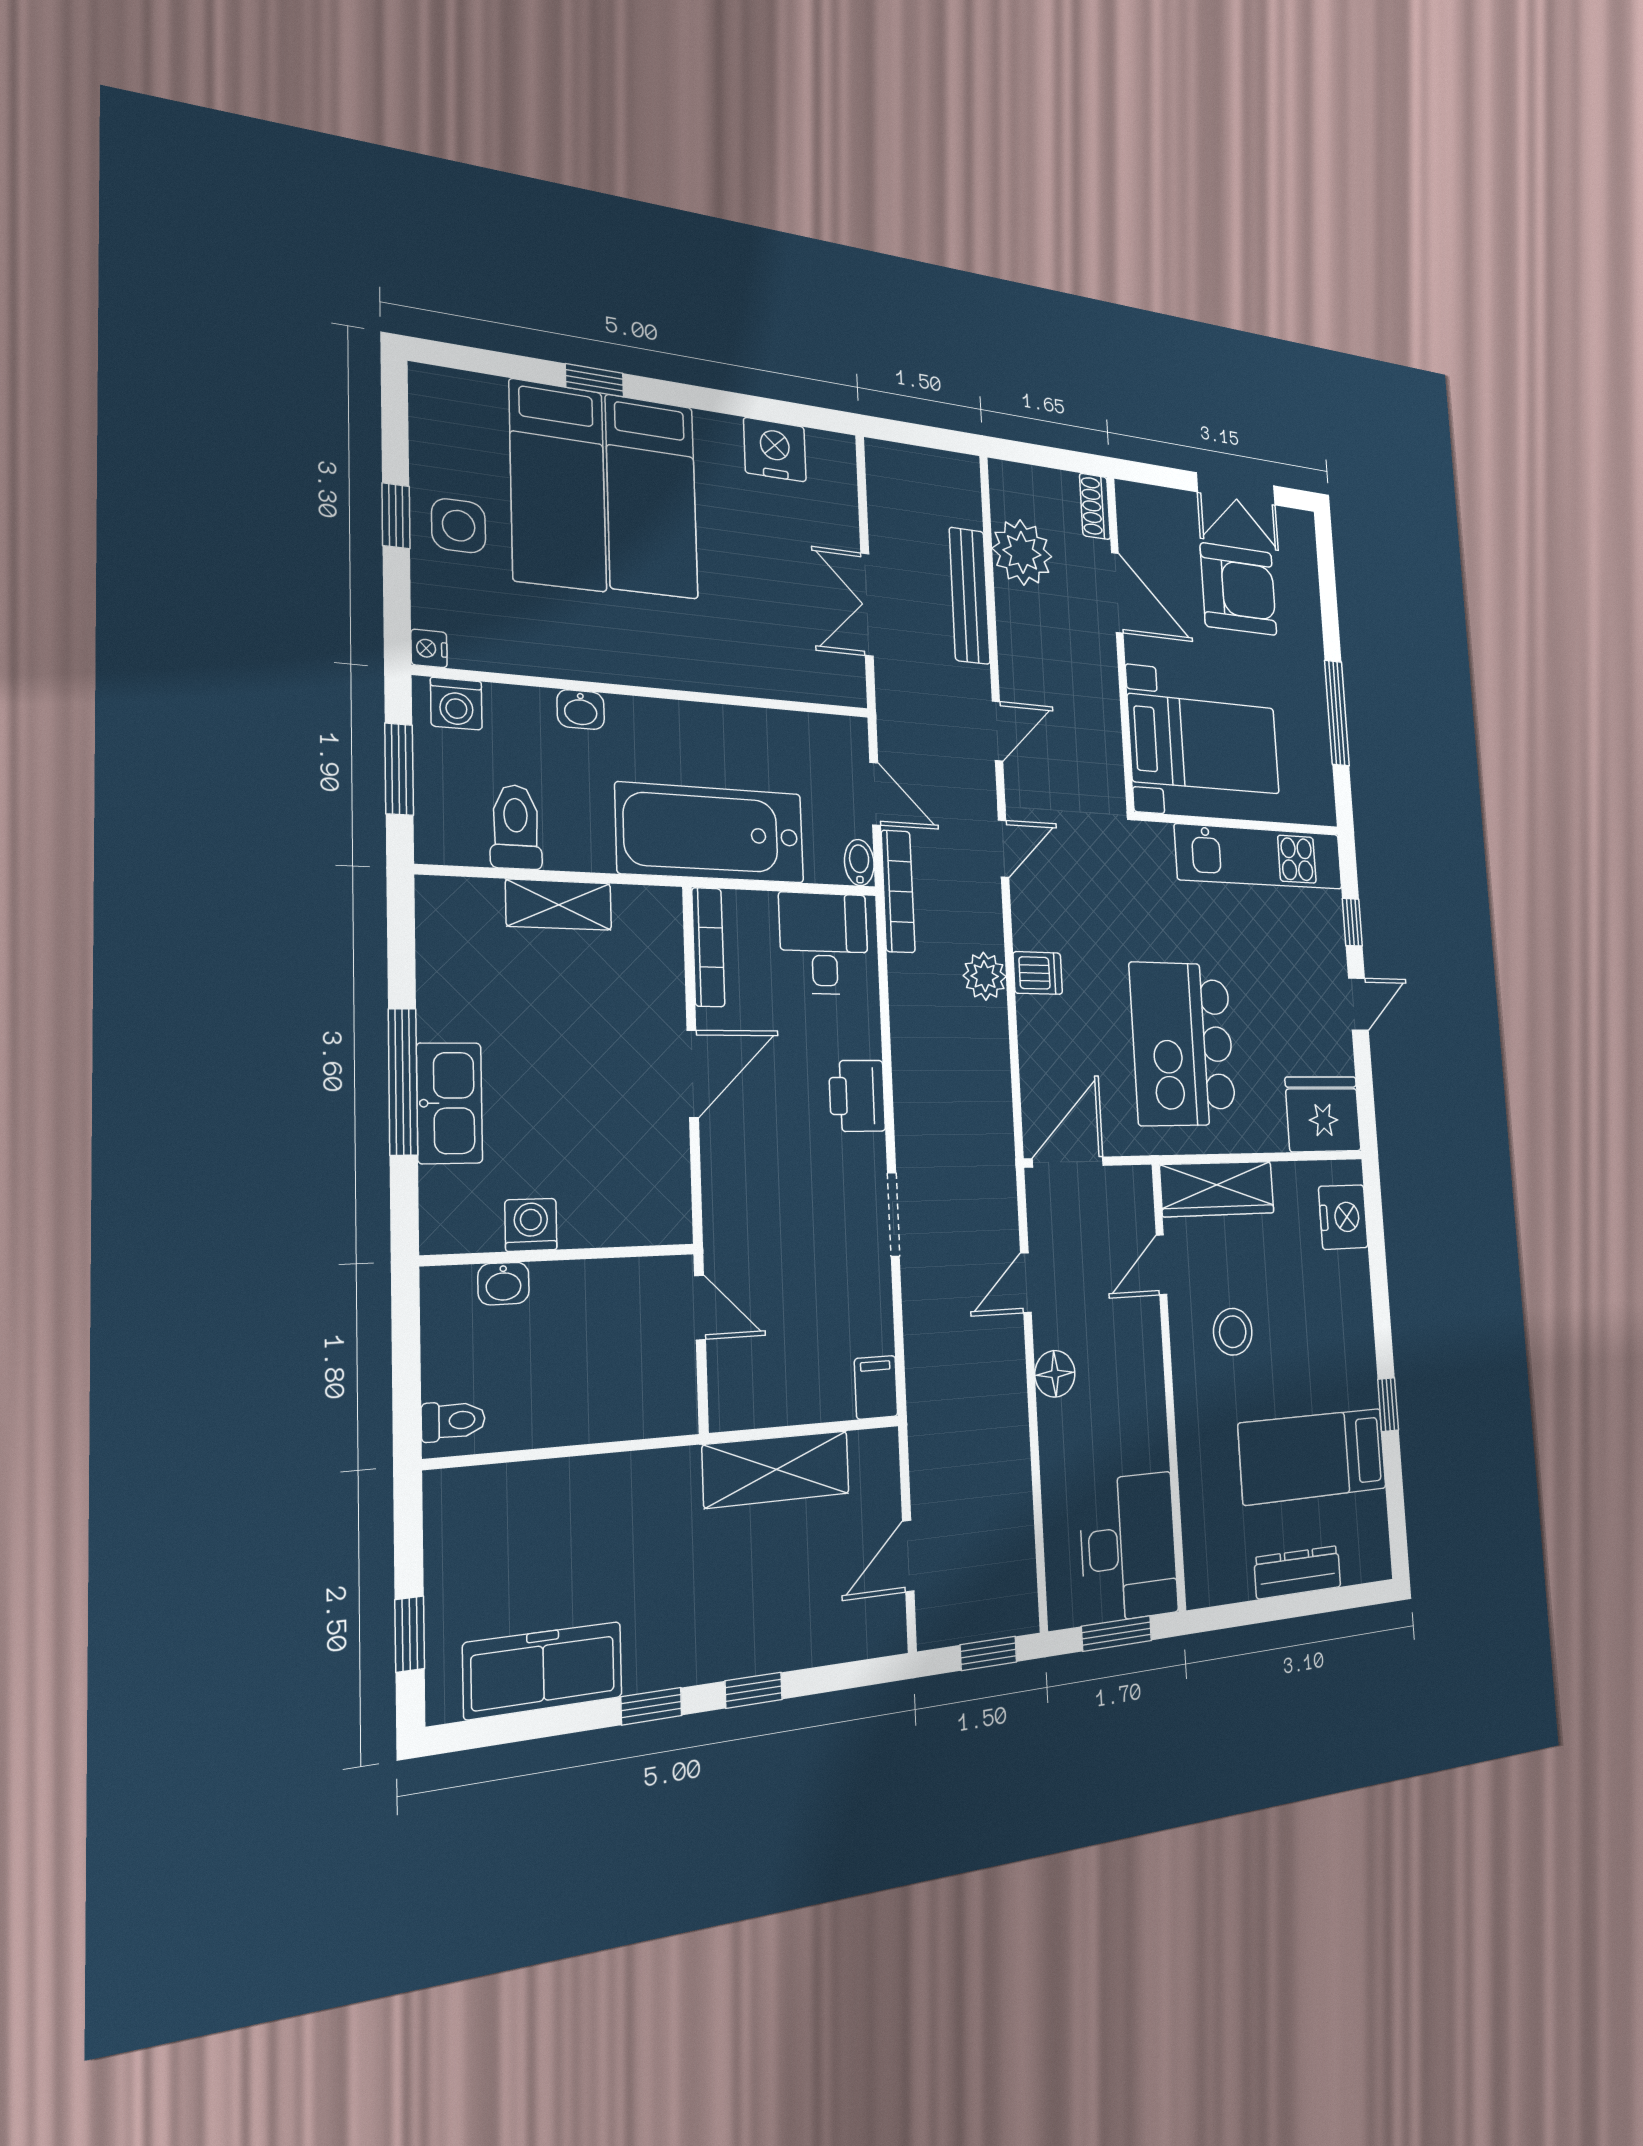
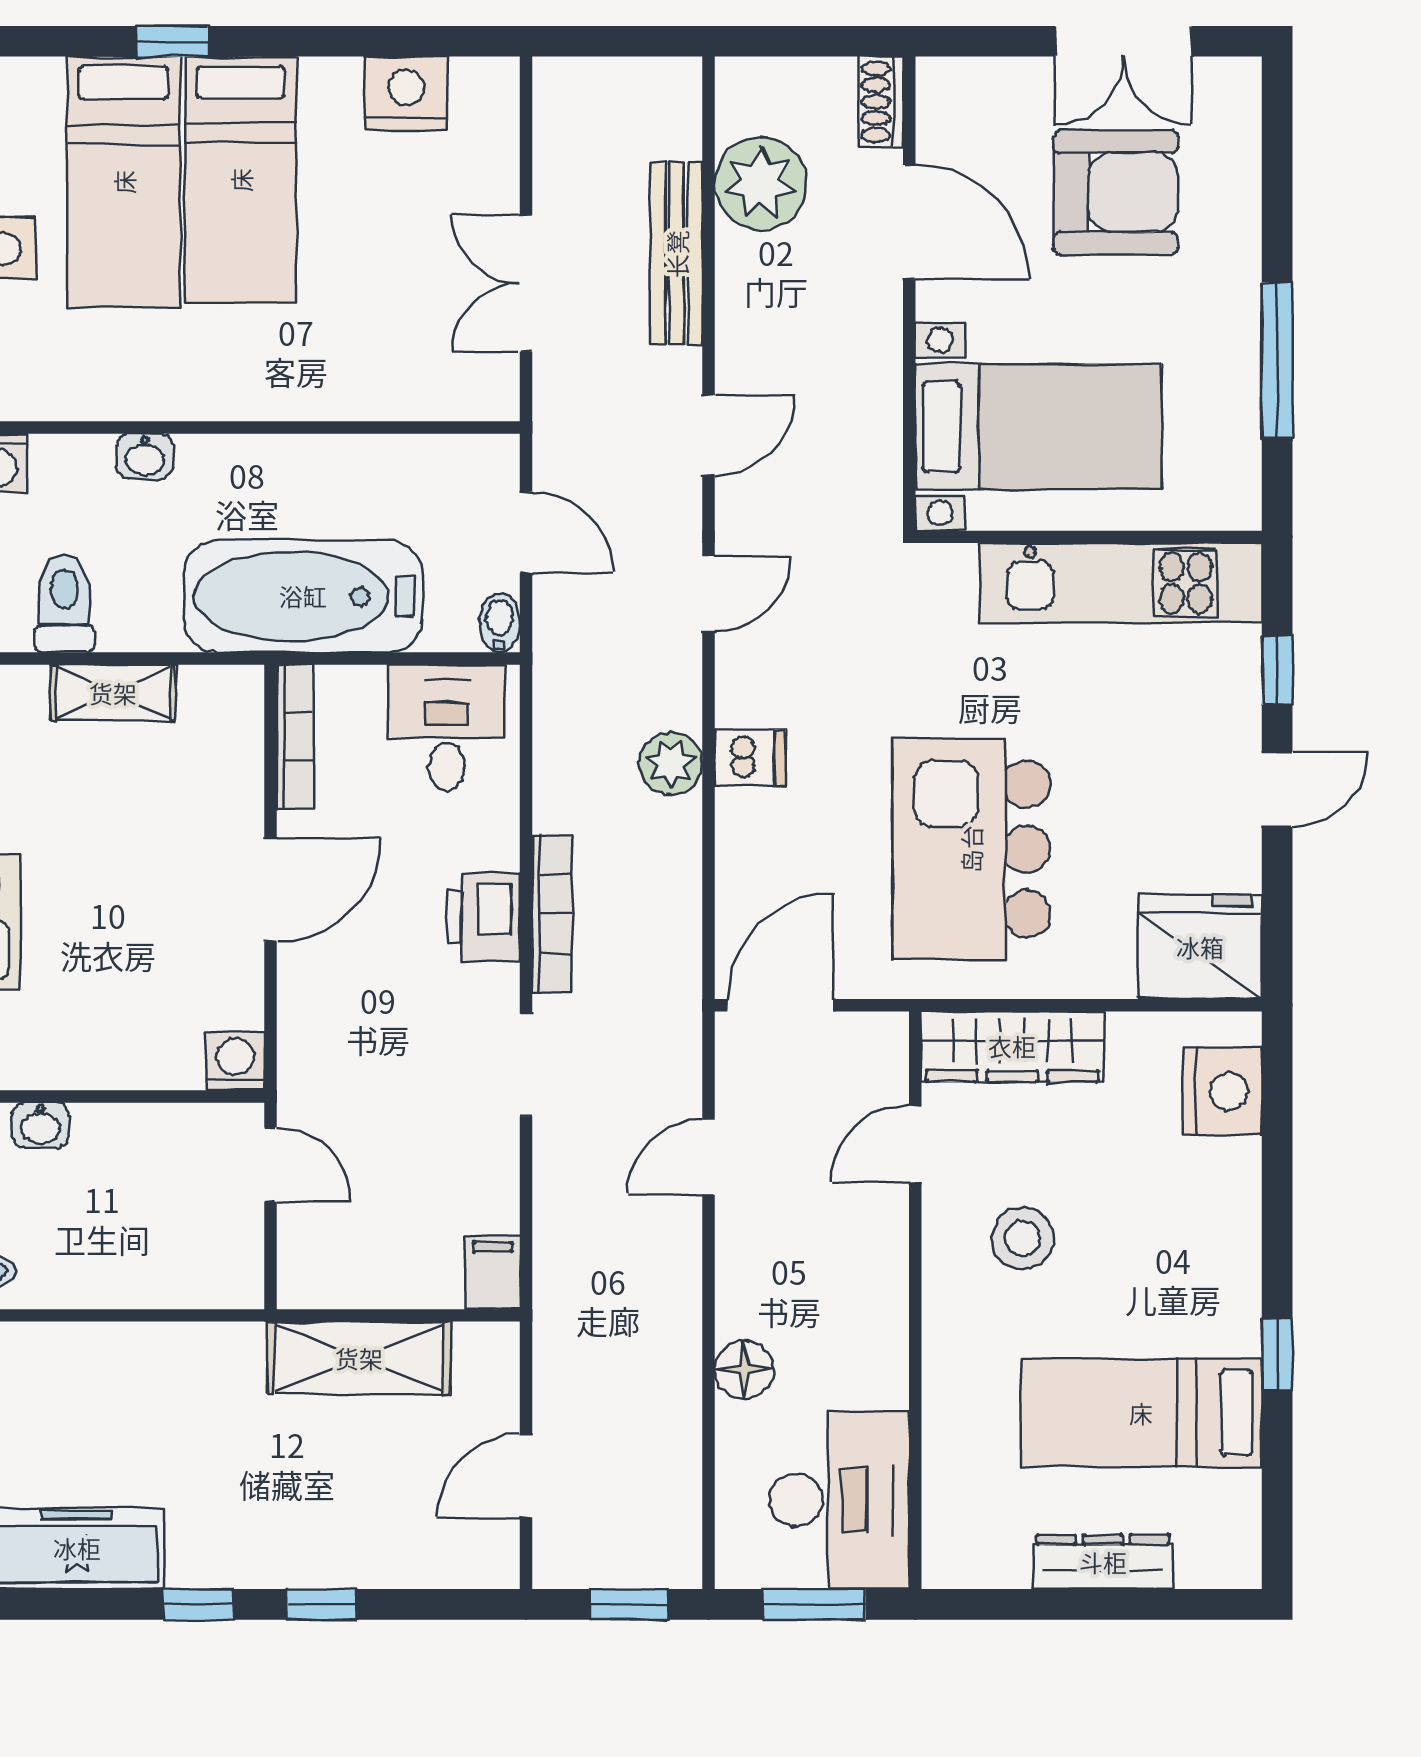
bookcase: (898, 891) -> (552, 914), moved
washing machine: (531, 1225) -> (235, 1061), moved
floor lamp: (1055, 1374) -> (744, 1370), moved

